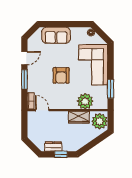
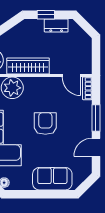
wardrobe: (79, 117) -> (28, 66), width x1.50

